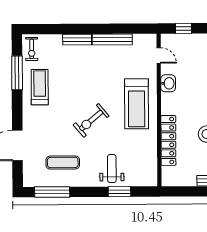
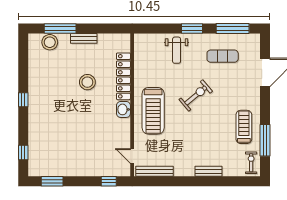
bench: (112, 39) -> (154, 171), moved
washbasin: (168, 83) -> (123, 109), moved
treadmill: (40, 87) -> (244, 127), turned 180
treadmill: (137, 104) -> (153, 111), turned 180
window: (119, 192) -> (192, 29), moved

